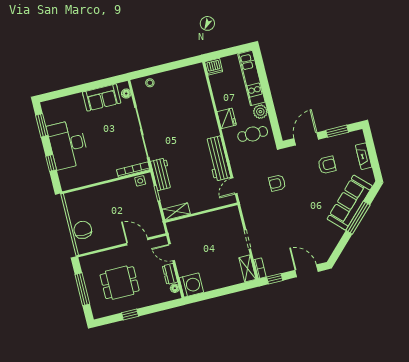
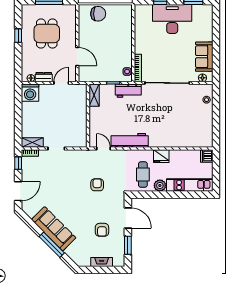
sofa: (350, 203) -> (54, 229), moved
door: (137, 242) -> (77, 57), hinge flipped

